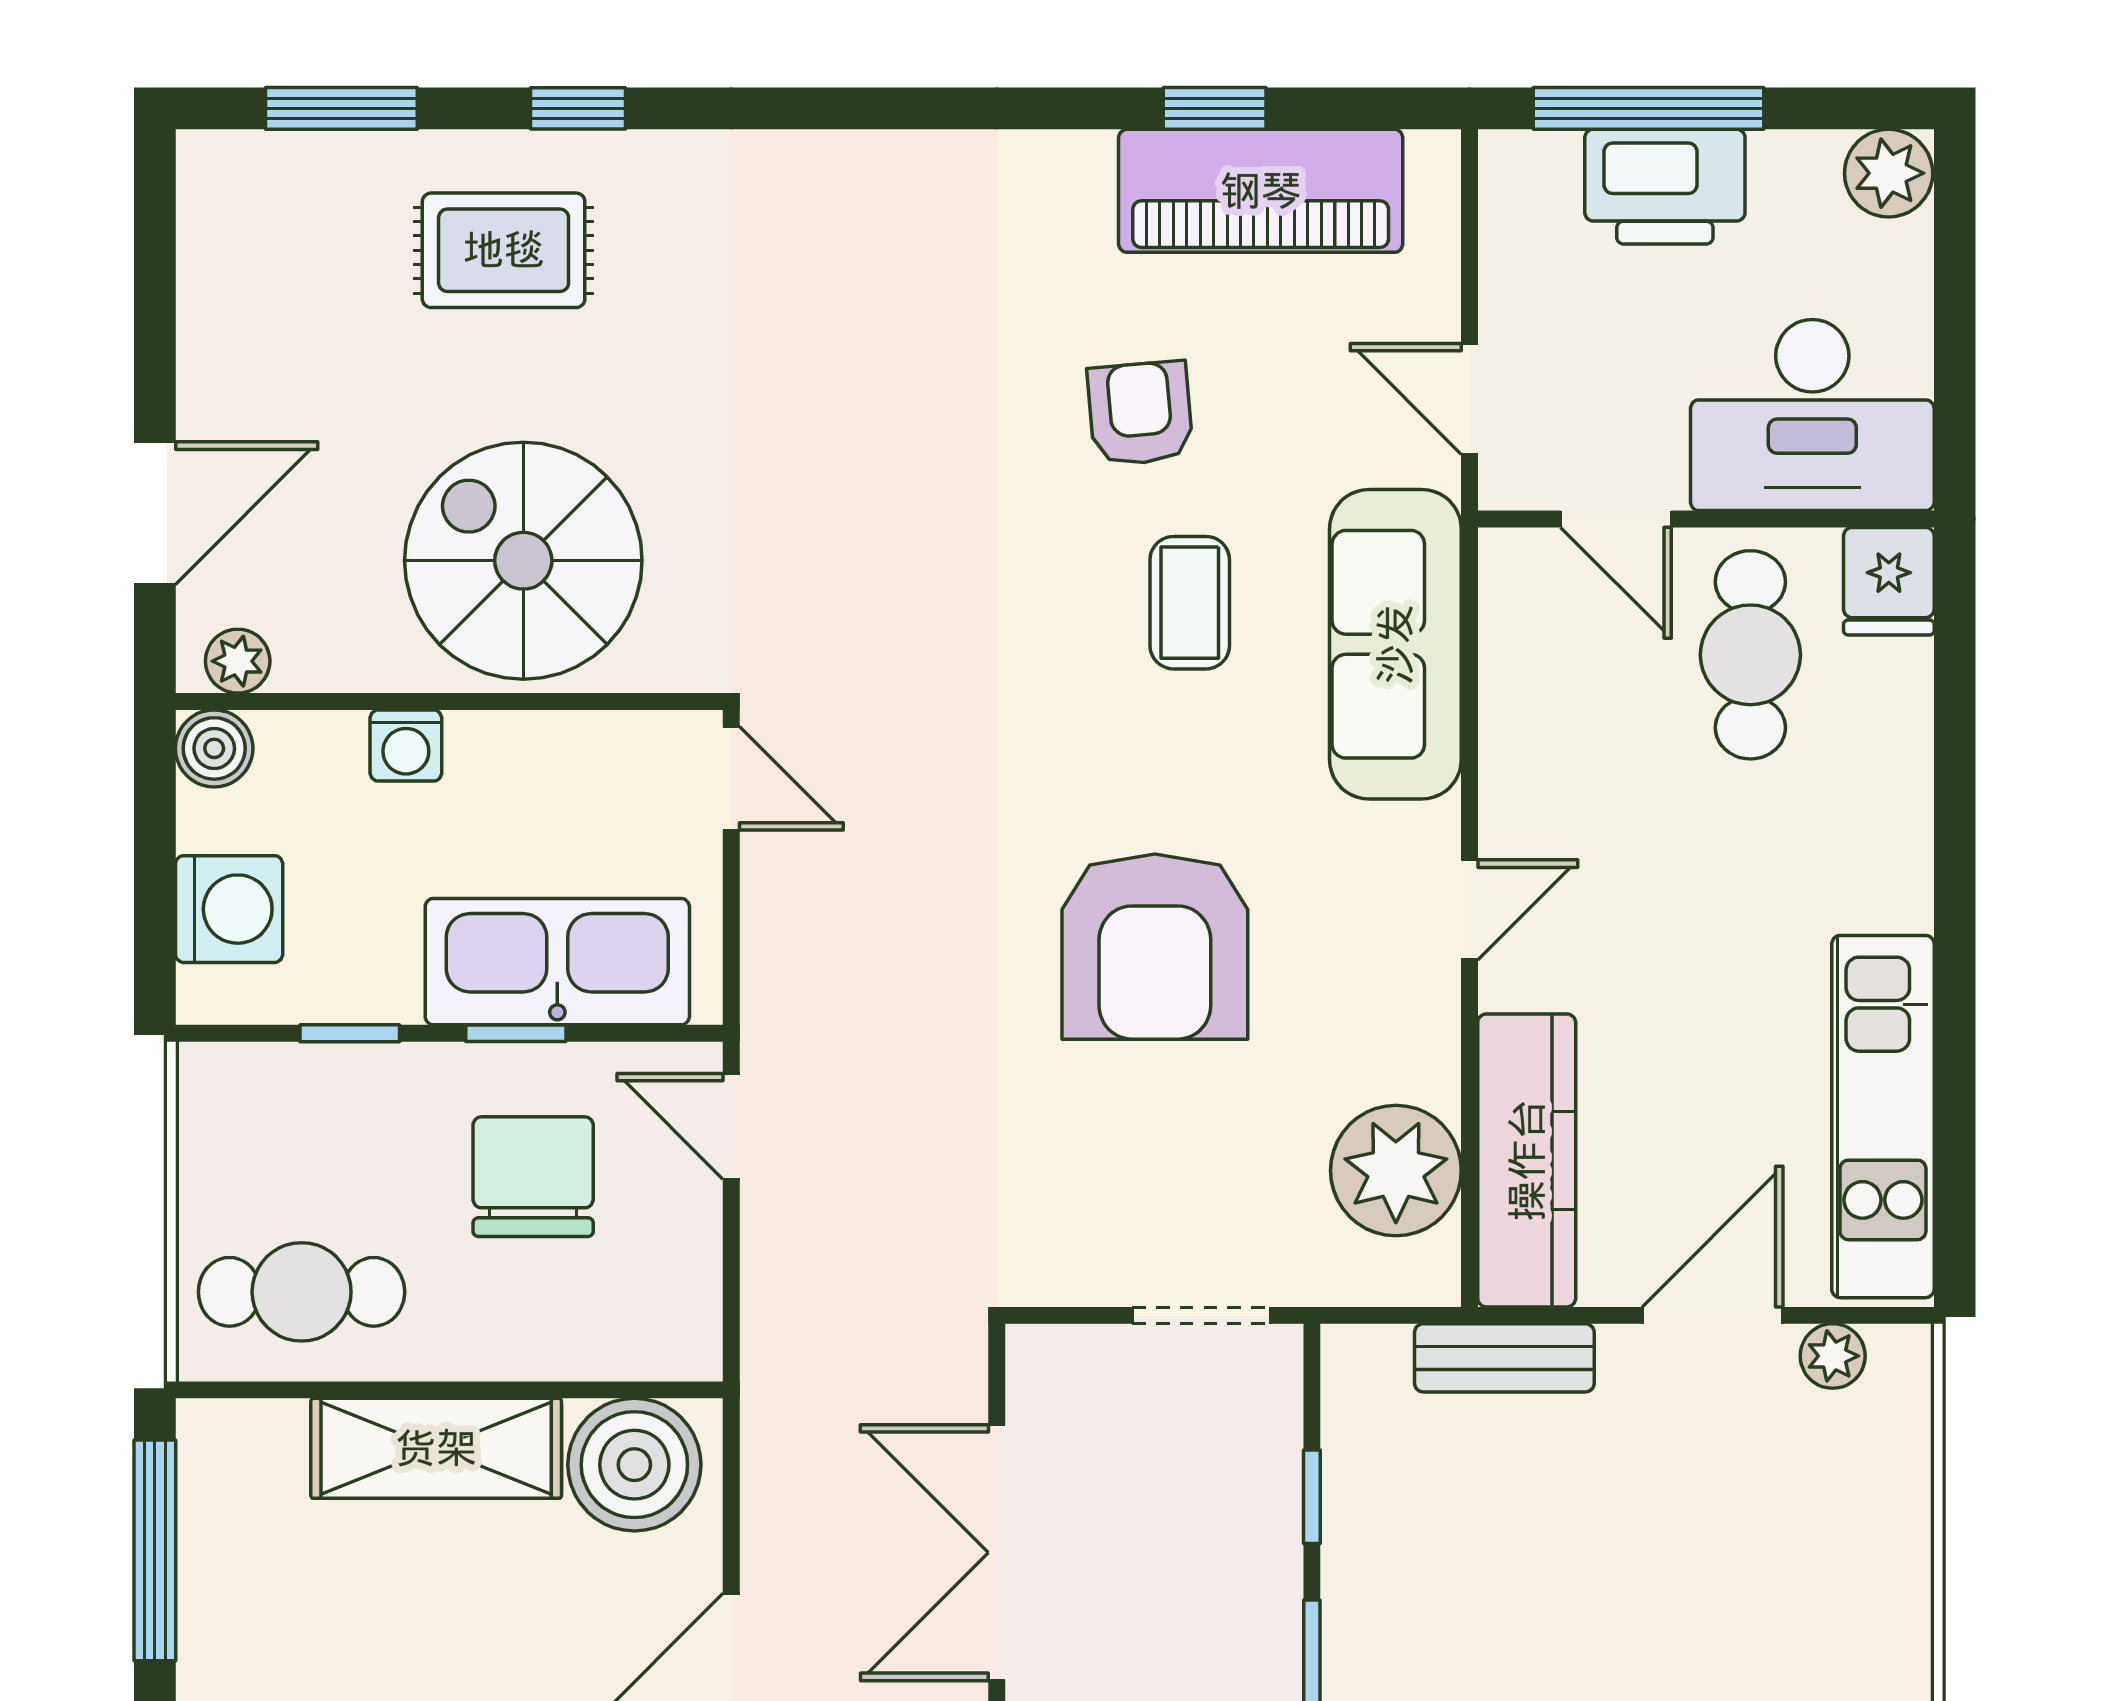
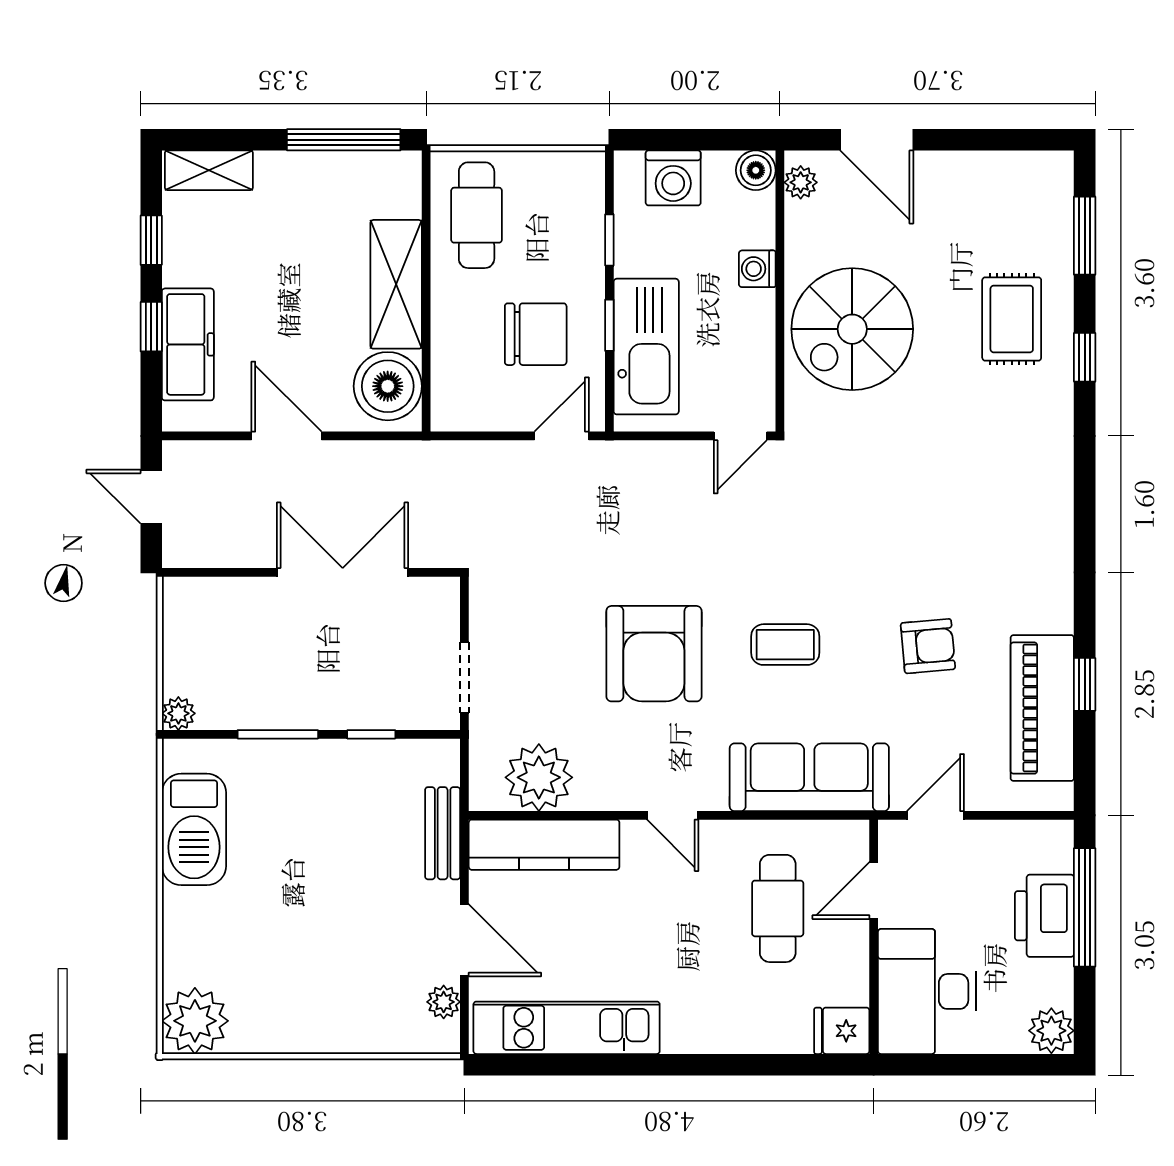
spiral stairs: (523, 561) -> (852, 329), turned 180
coffee table: (1190, 603) -> (785, 645), moved
cafe table: (1750, 655) -> (778, 908), moved, turned 90
armchair: (1155, 947) -> (654, 654), turned -90

